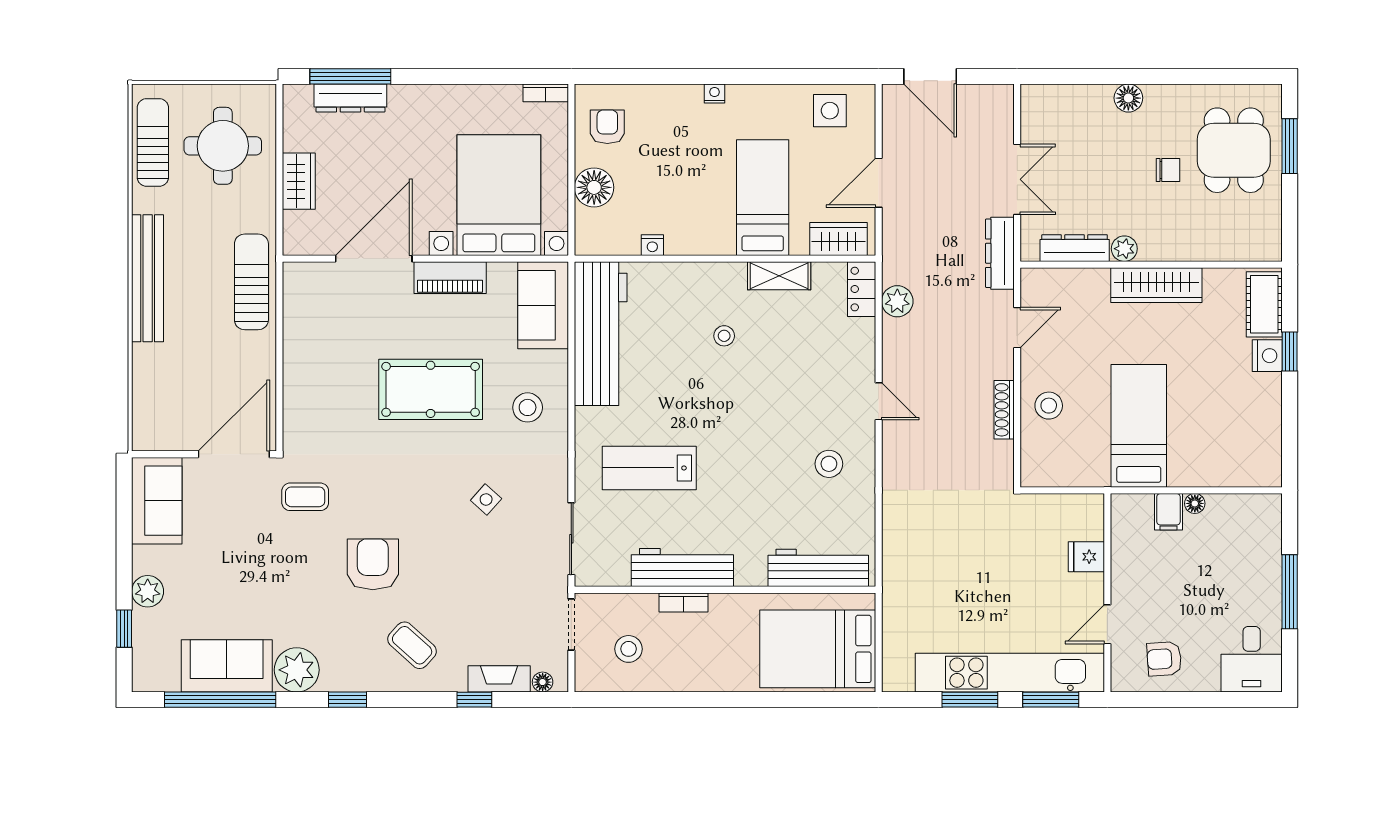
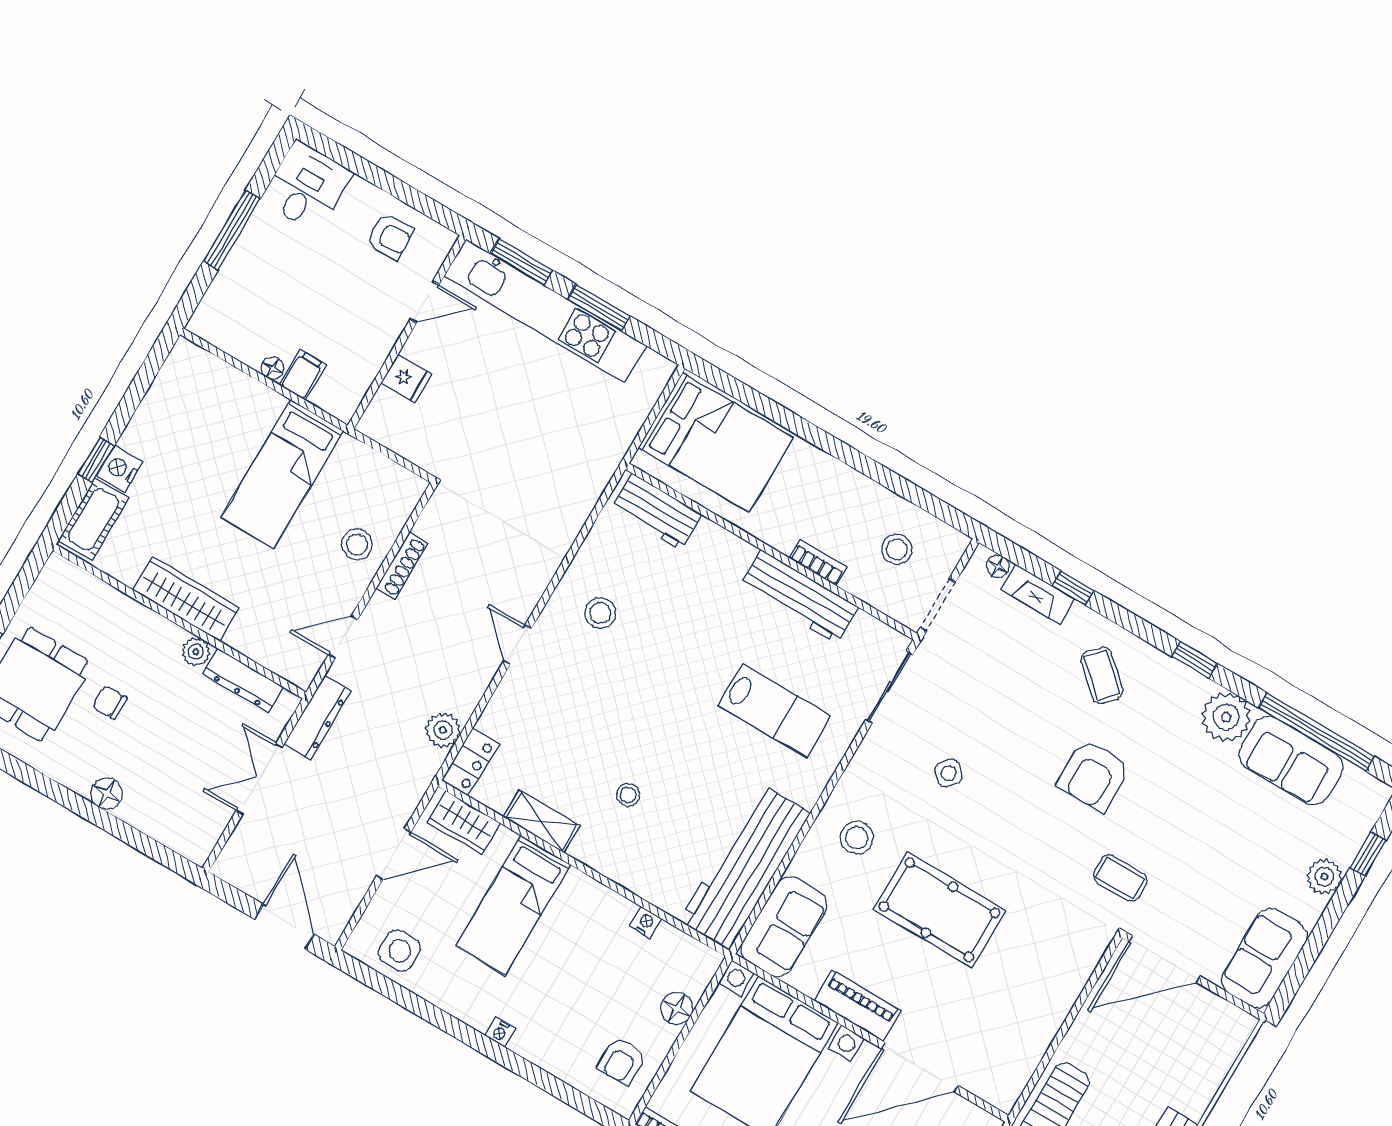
floor lamp: (594, 187) -> (677, 1008), width x0.73, depth x0.73
workbench: (818, 568) -> (656, 512), width x0.73

